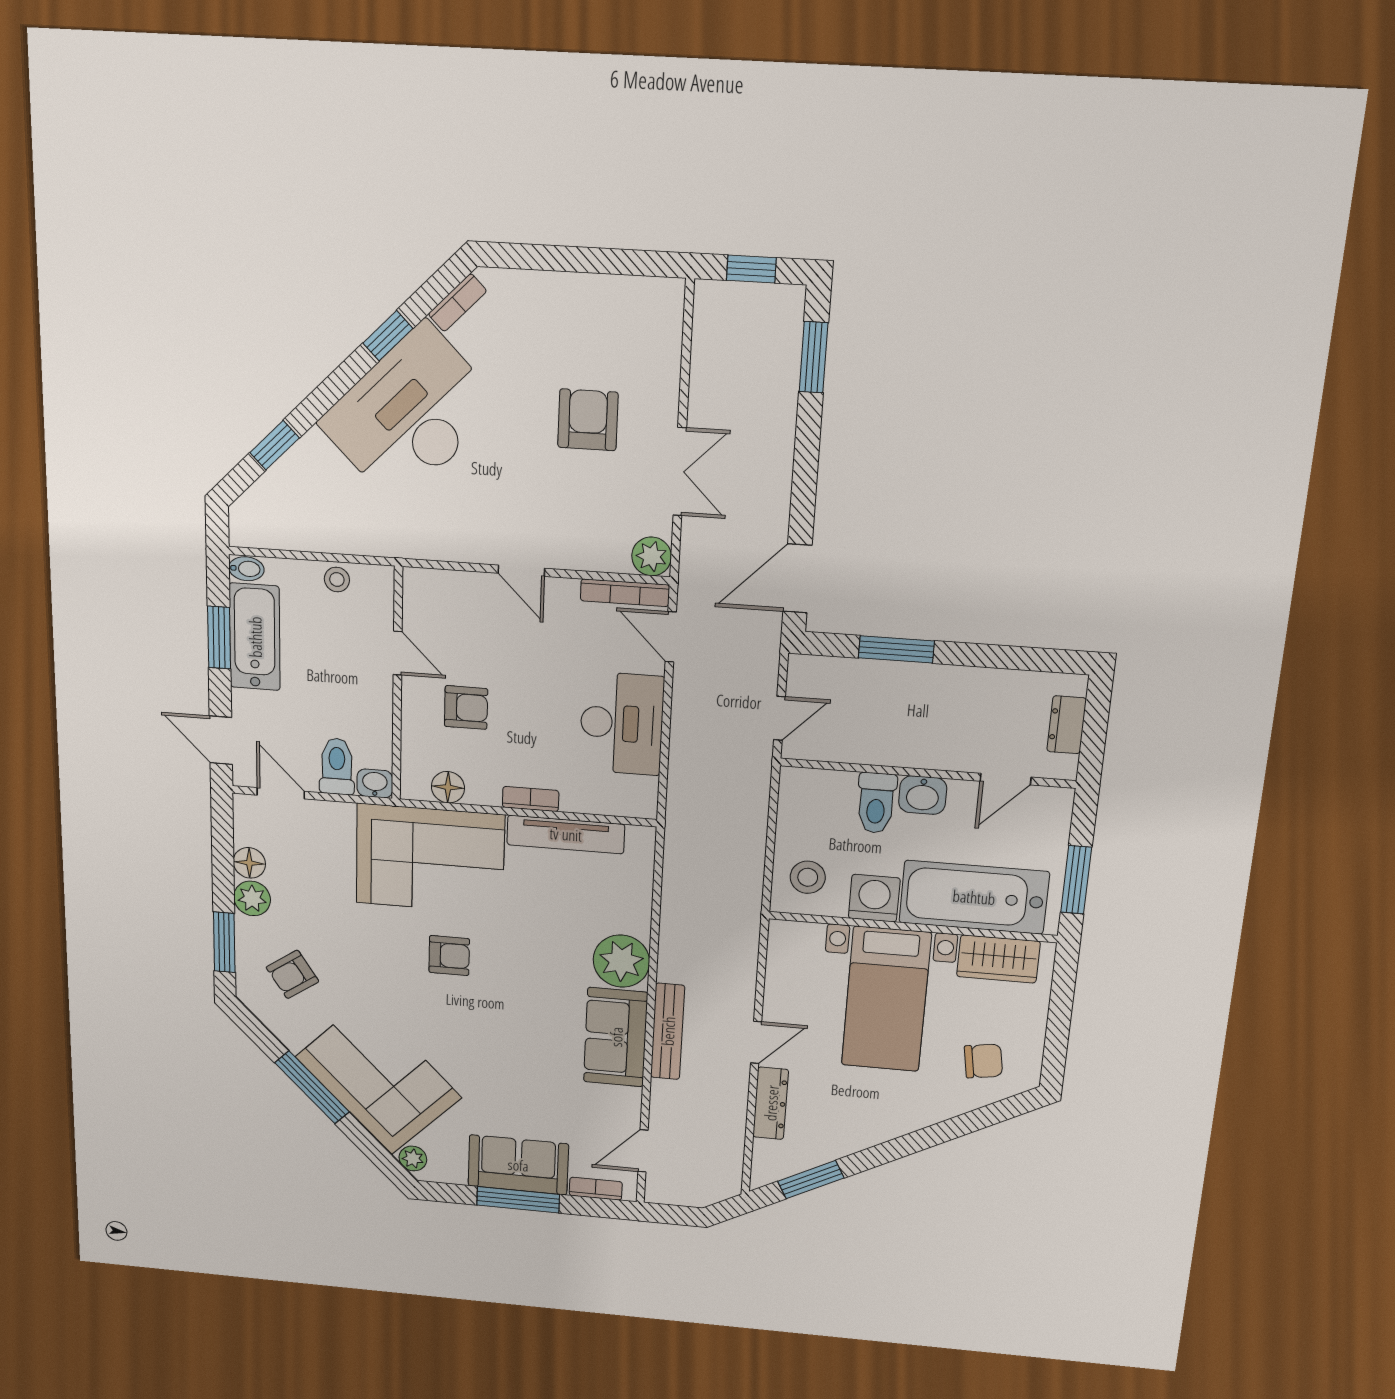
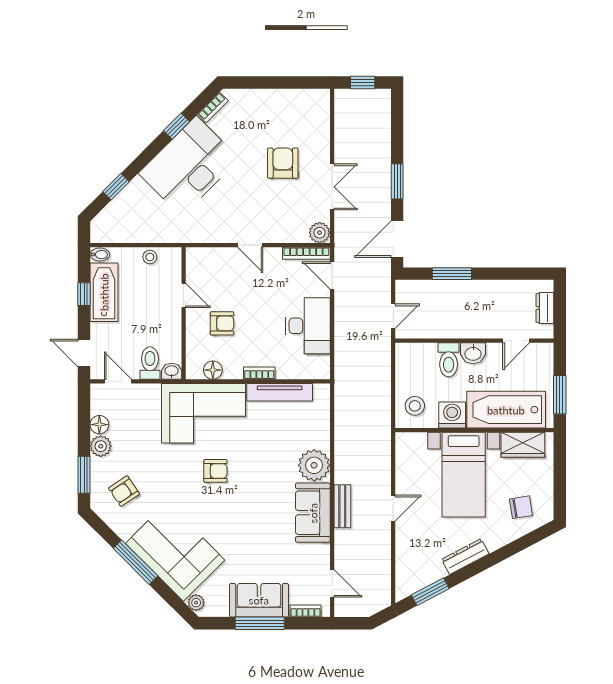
window: (814, 357) -> (397, 181), moved
window: (219, 638) -> (84, 294), width x0.67
bench: (668, 1031) -> (342, 506), width x0.73
dresser: (771, 1103) -> (465, 557), moved, turned -118
door: (643, 1151) -> (332, 583), swing flipped

